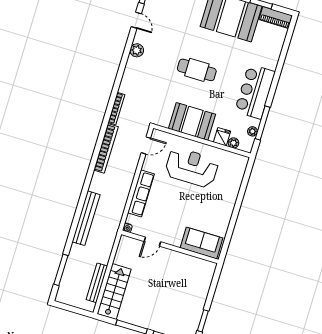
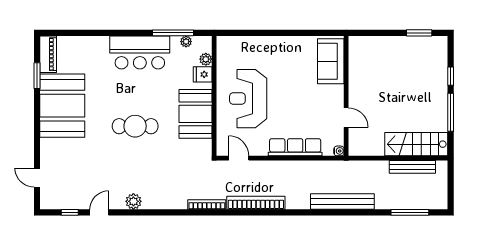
cafe table: (197, 70) -> (135, 126), turned 90

